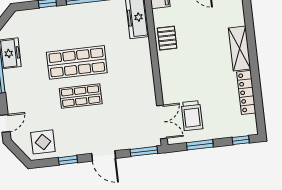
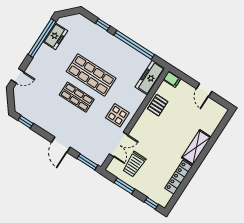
double door: (162, 122) -> (119, 144), moved
display table: (43, 142) -> (117, 115), moved
window: (68, 160) -> (26, 122), moved

